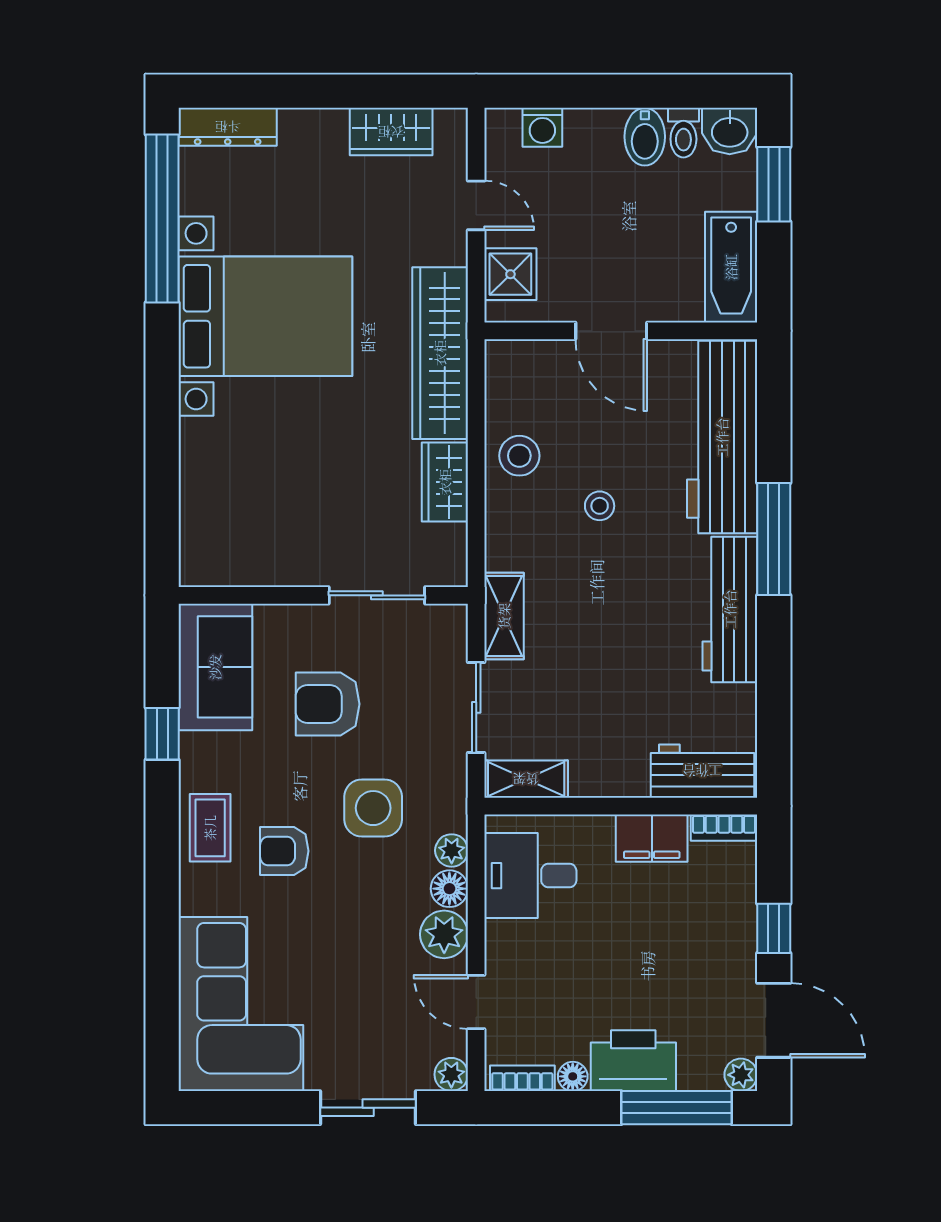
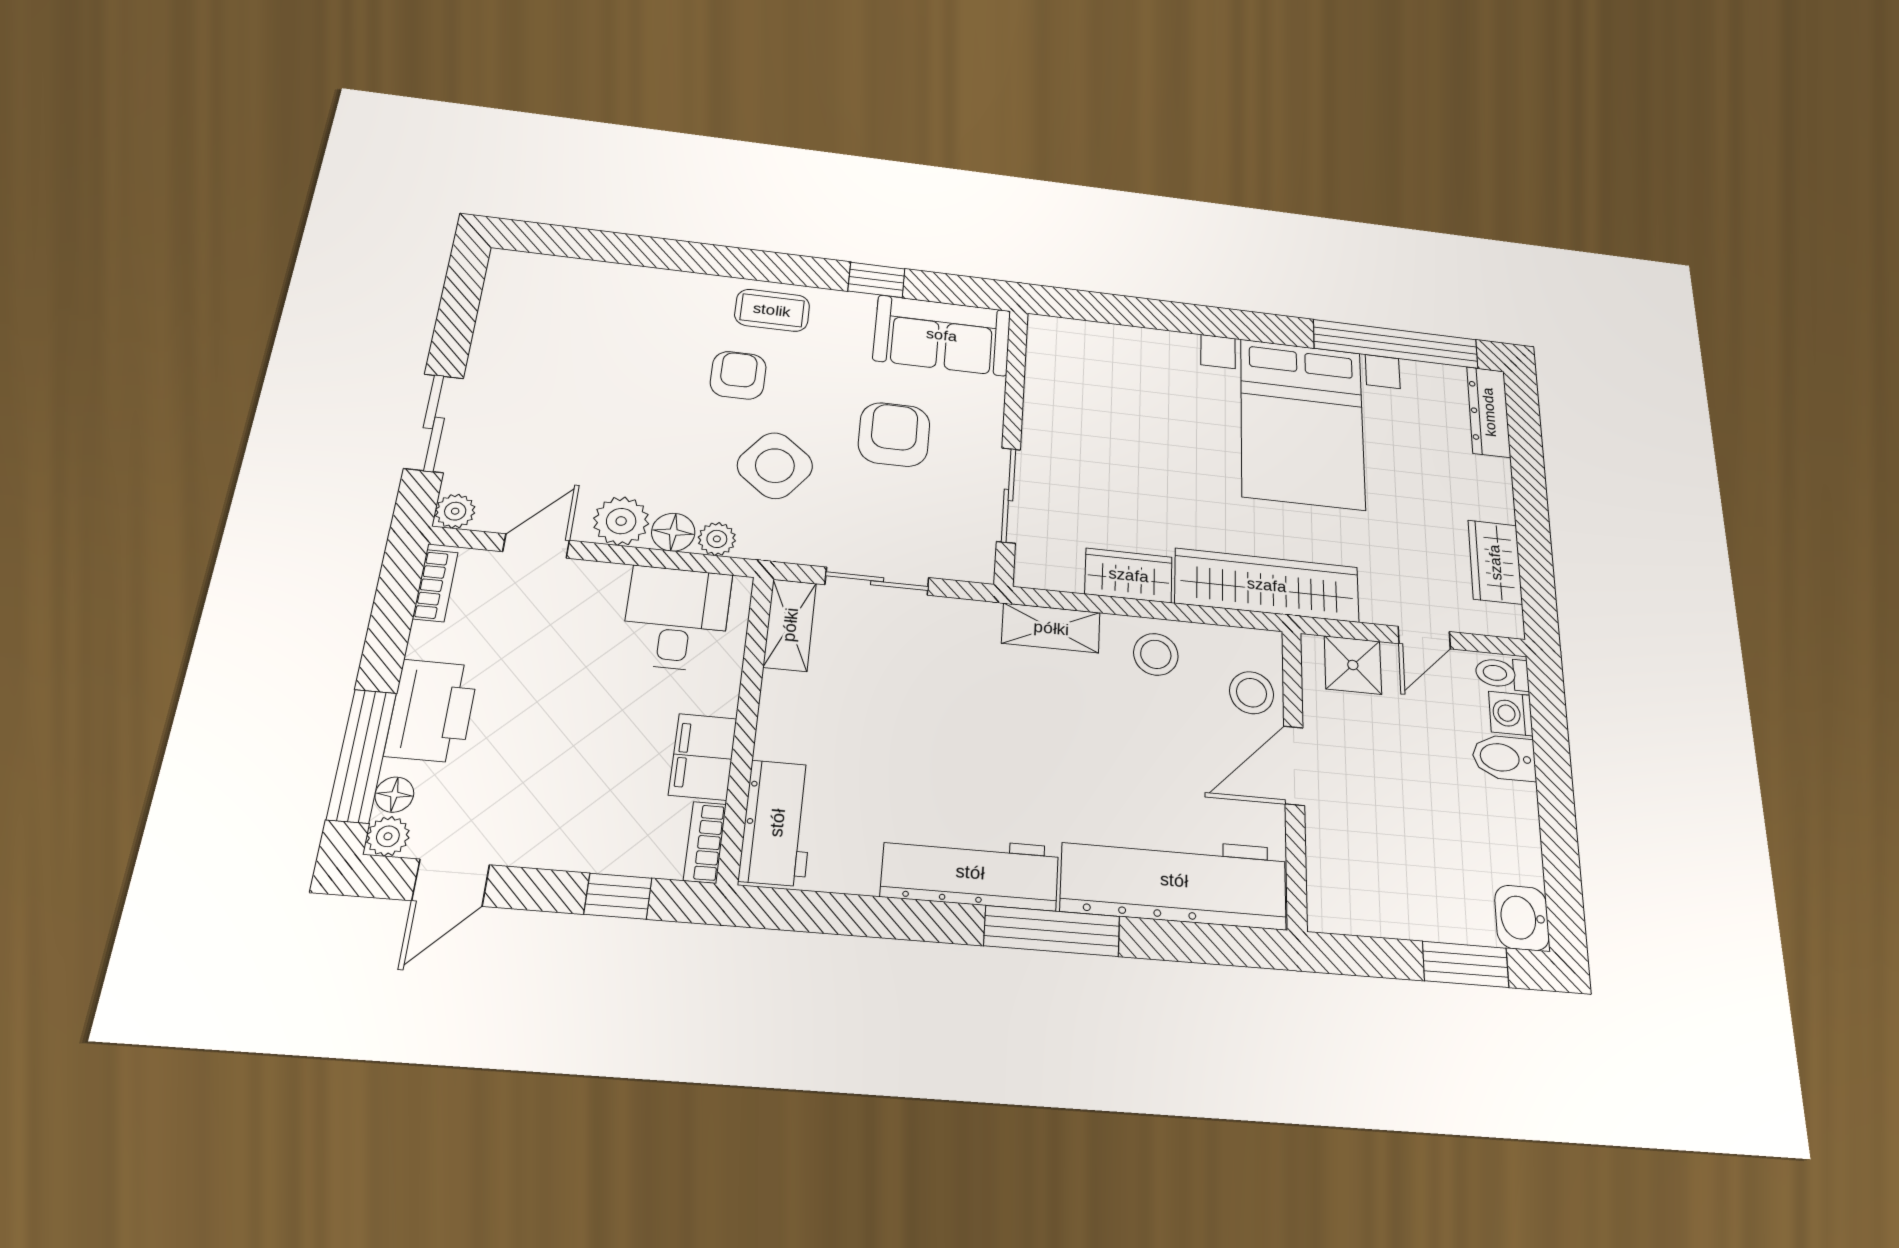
toilet: (683, 133) -> (1502, 674), moved
bidet: (645, 137) -> (1504, 758), moved
bathtub: (731, 267) -> (1369, 907), removed
stool: (600, 506) -> (1252, 693), moved, width x1.37, depth x1.37
shelving: (504, 616) -> (1051, 628), moved
side table: (373, 808) -> (775, 466), turned 38
window: (774, 928) -> (618, 896), moved
corner sofa: (241, 1004) -> (576, 315), removed
door: (774, 1020) -> (451, 883), width x0.73
floor lamp: (573, 1076) -> (394, 795), moved

